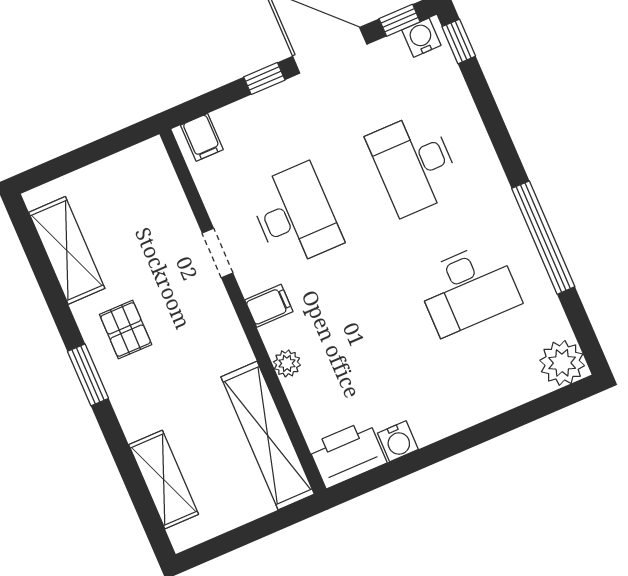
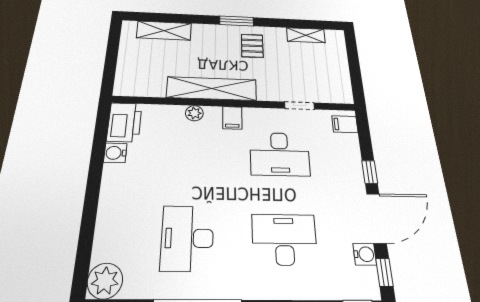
water cooler: (421, 38) -> (365, 254), moved
shelving: (67, 250) -> (306, 35), width x0.67, depth x0.75
doorway: (217, 253) -> (299, 106), moved
pallet: (126, 329) -> (252, 46), turned 90
shelving: (268, 436) -> (212, 89), moved

